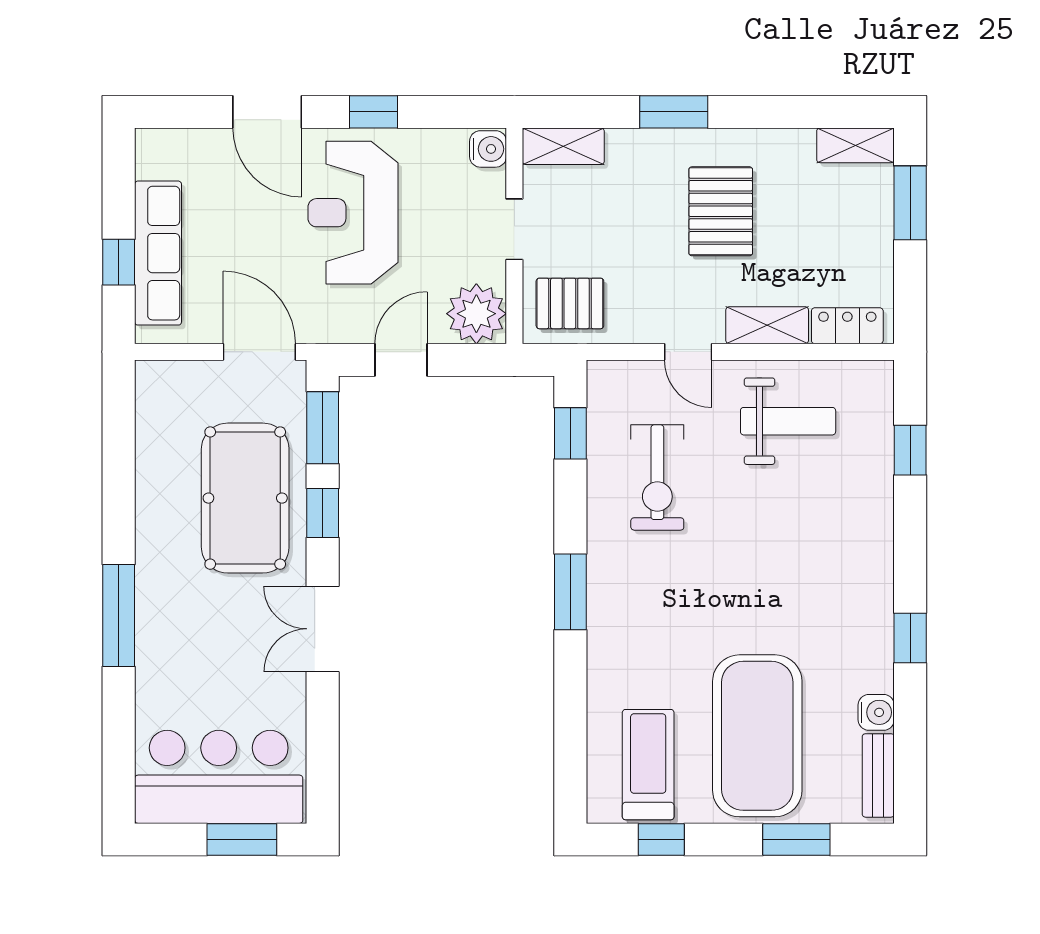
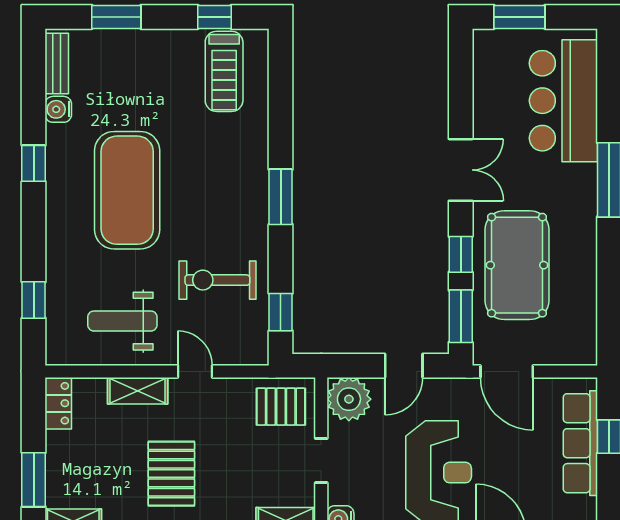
locker: (847, 326) -> (58, 403), moved, turned -90
exercise bike: (657, 477) -> (217, 280), turned -90
exercise mat: (757, 736) -> (127, 190), moved
bar counter: (219, 777) -> (563, 101), moved, turned 90

